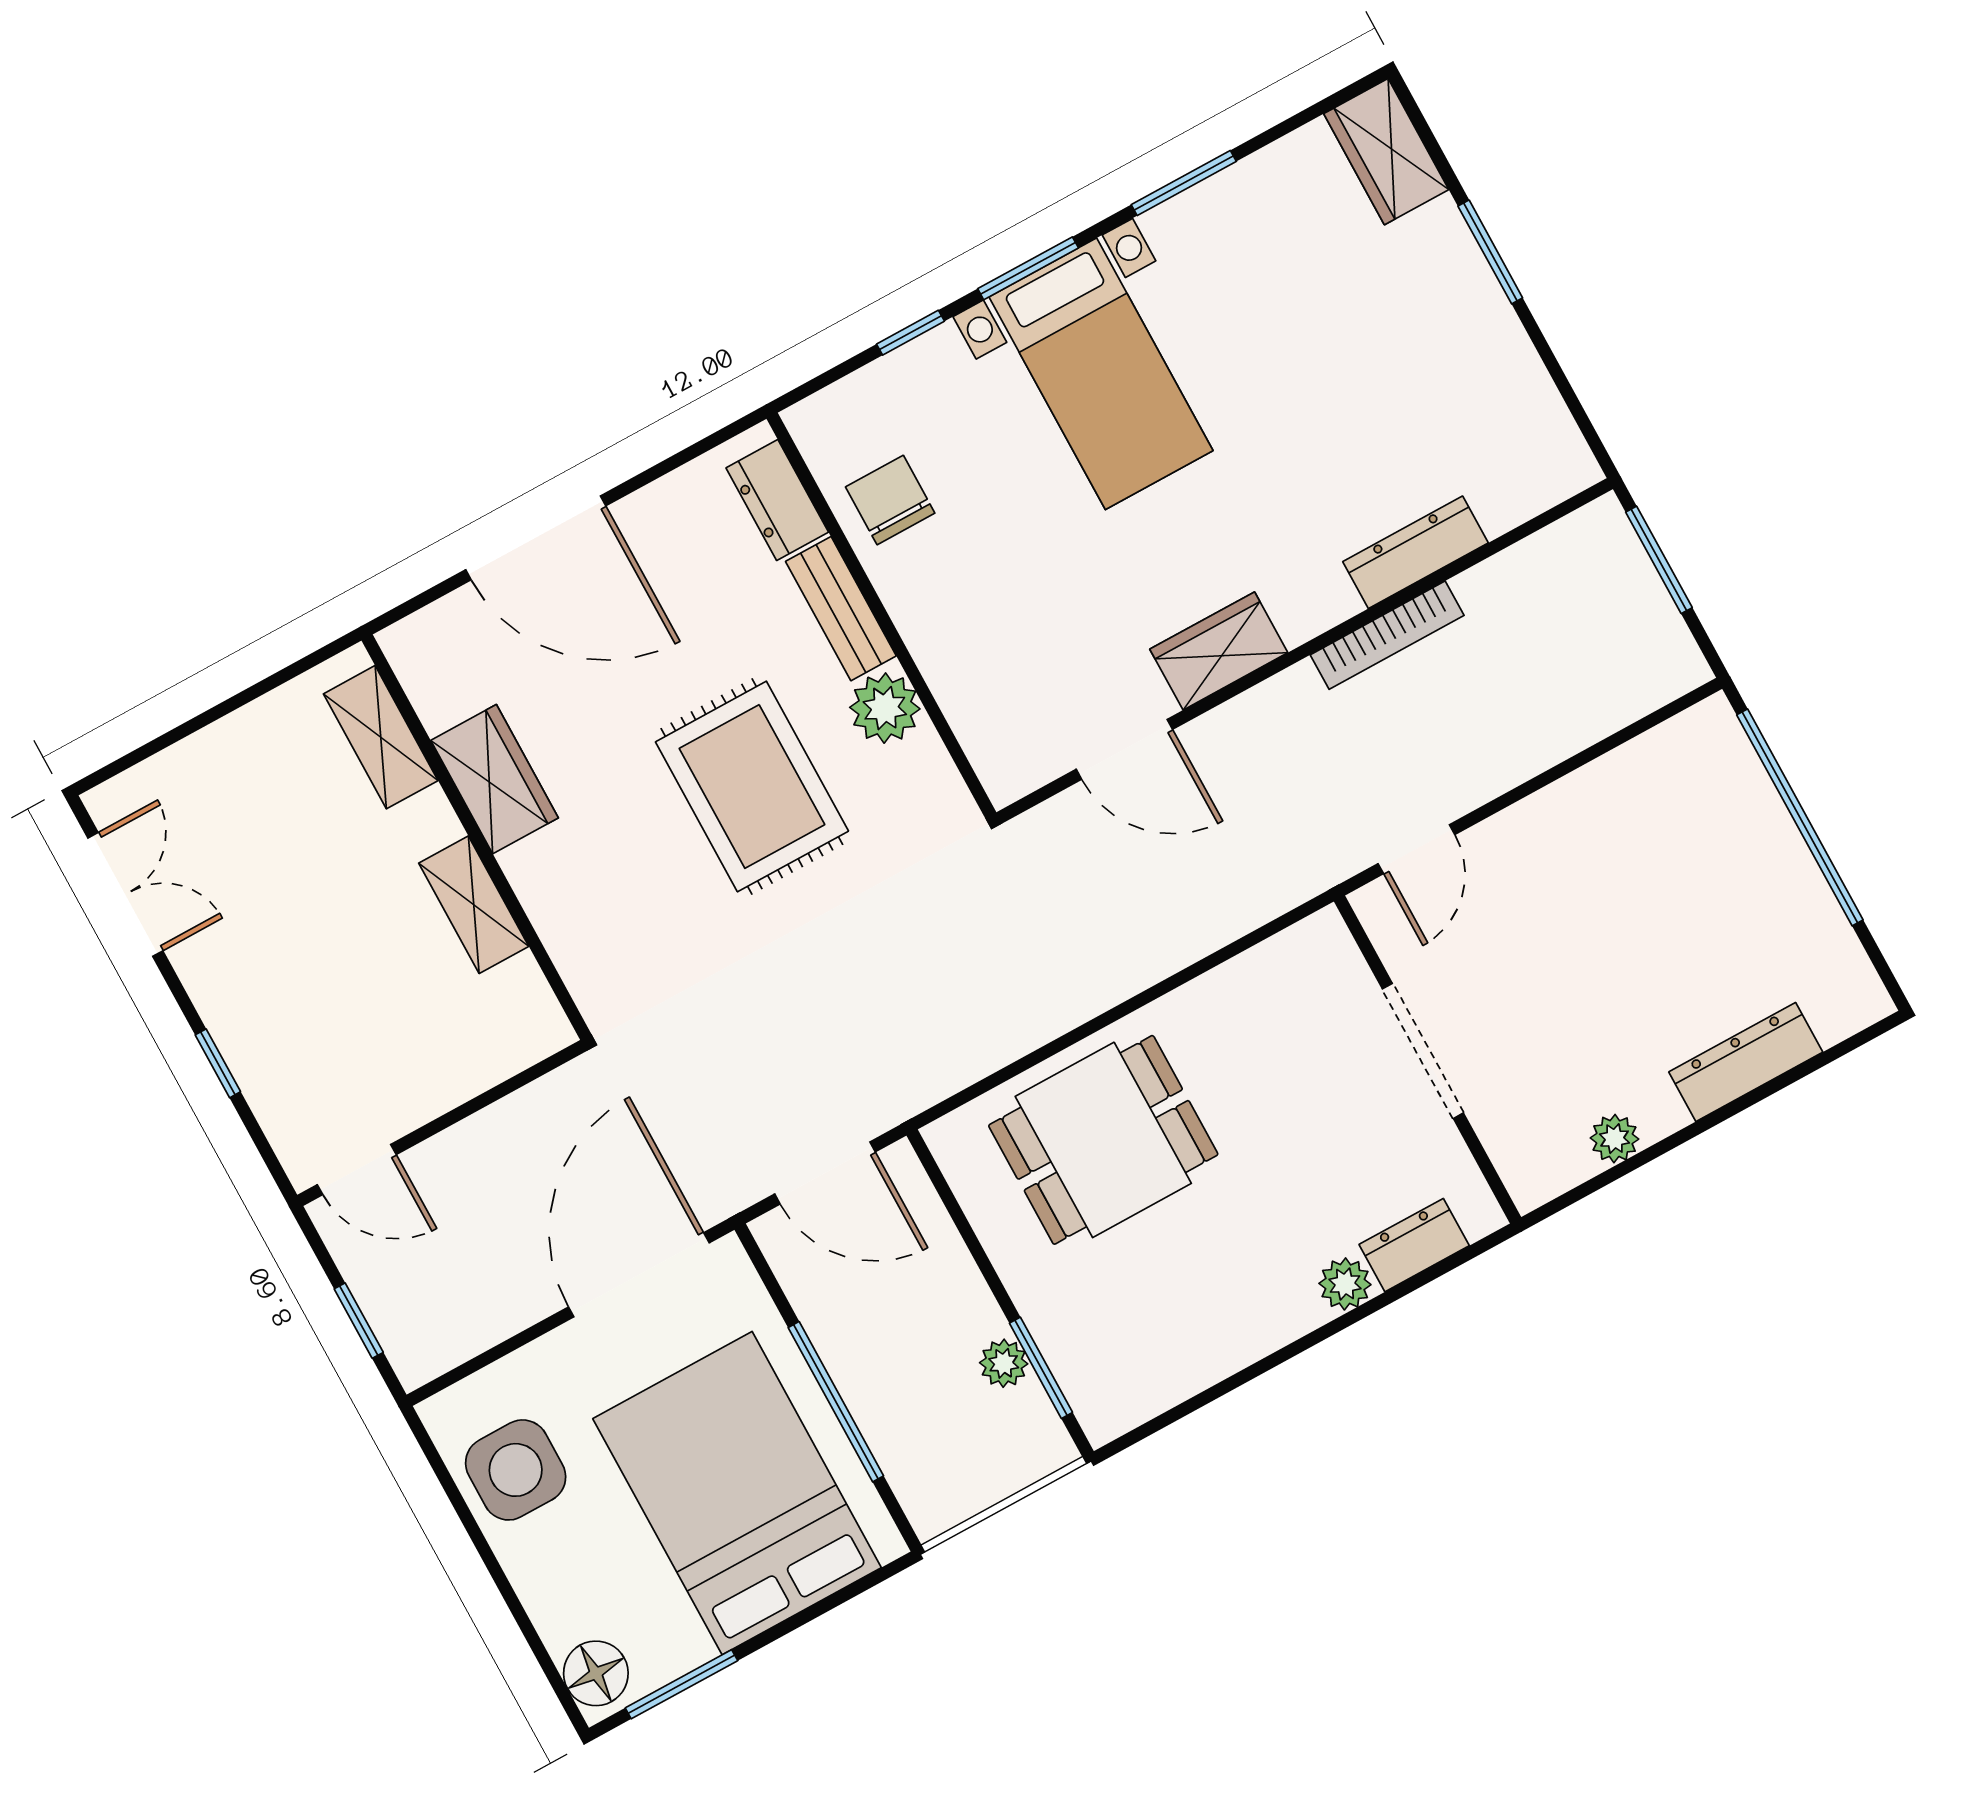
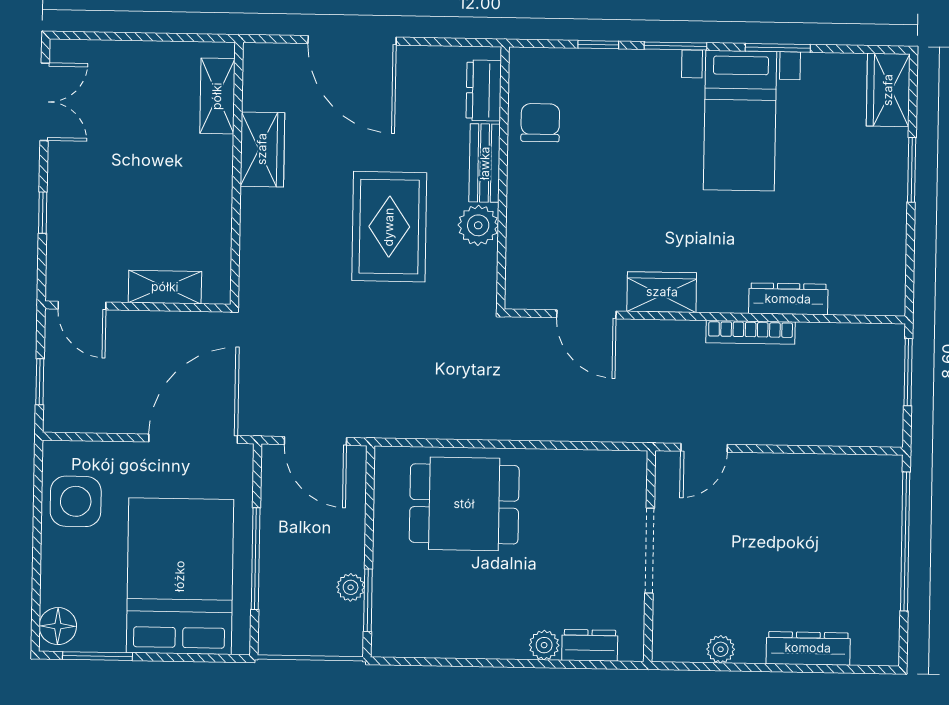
bed with nightstands: (1101, 374) -> (740, 121), moved
shelving: (474, 905) -> (165, 287), moved, turned 90

